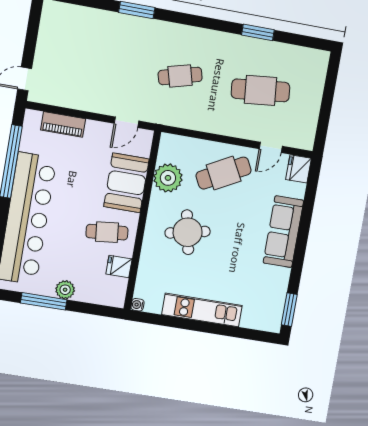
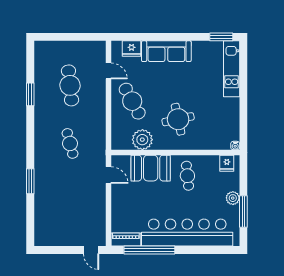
piano: (63, 124) -> (126, 240), moved, turned -90
fridge: (298, 169) -> (132, 49), moved
fridge: (119, 266) -> (227, 163), moved
kitchen unit: (202, 310) -> (232, 69), moved

